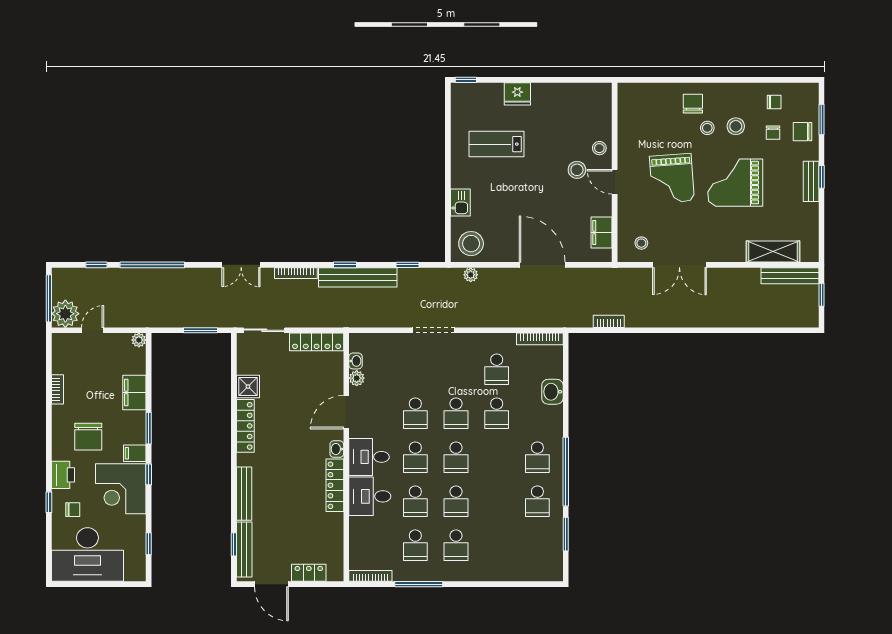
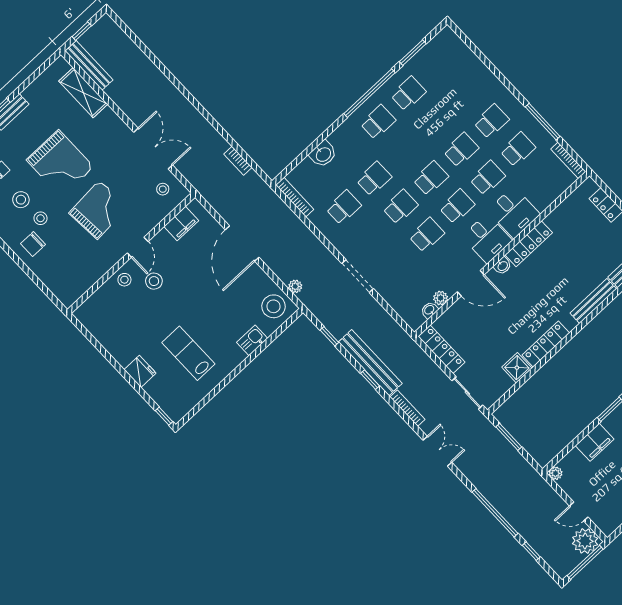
lab bench: (497, 144) -> (188, 353), turned 180

